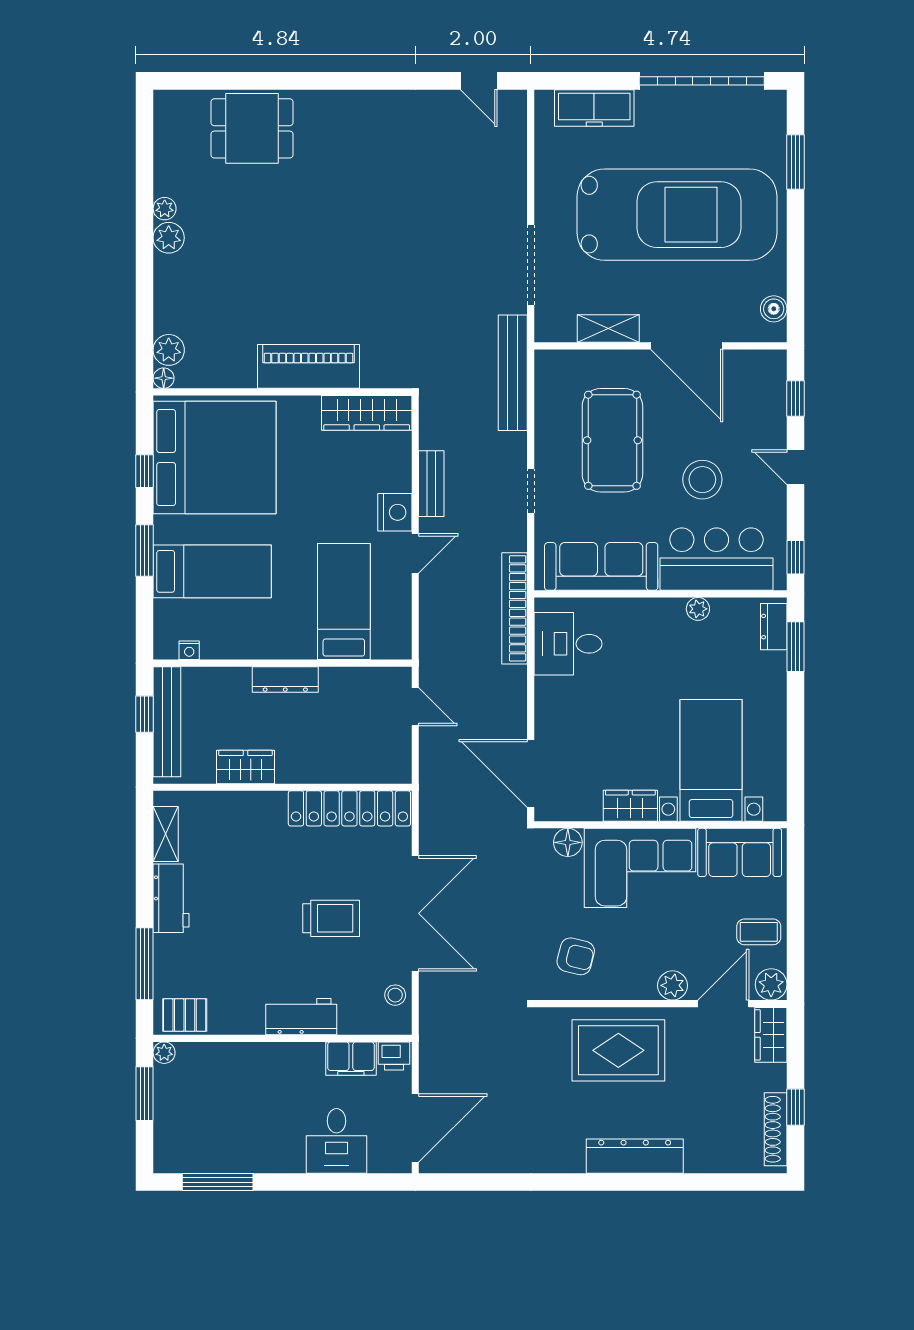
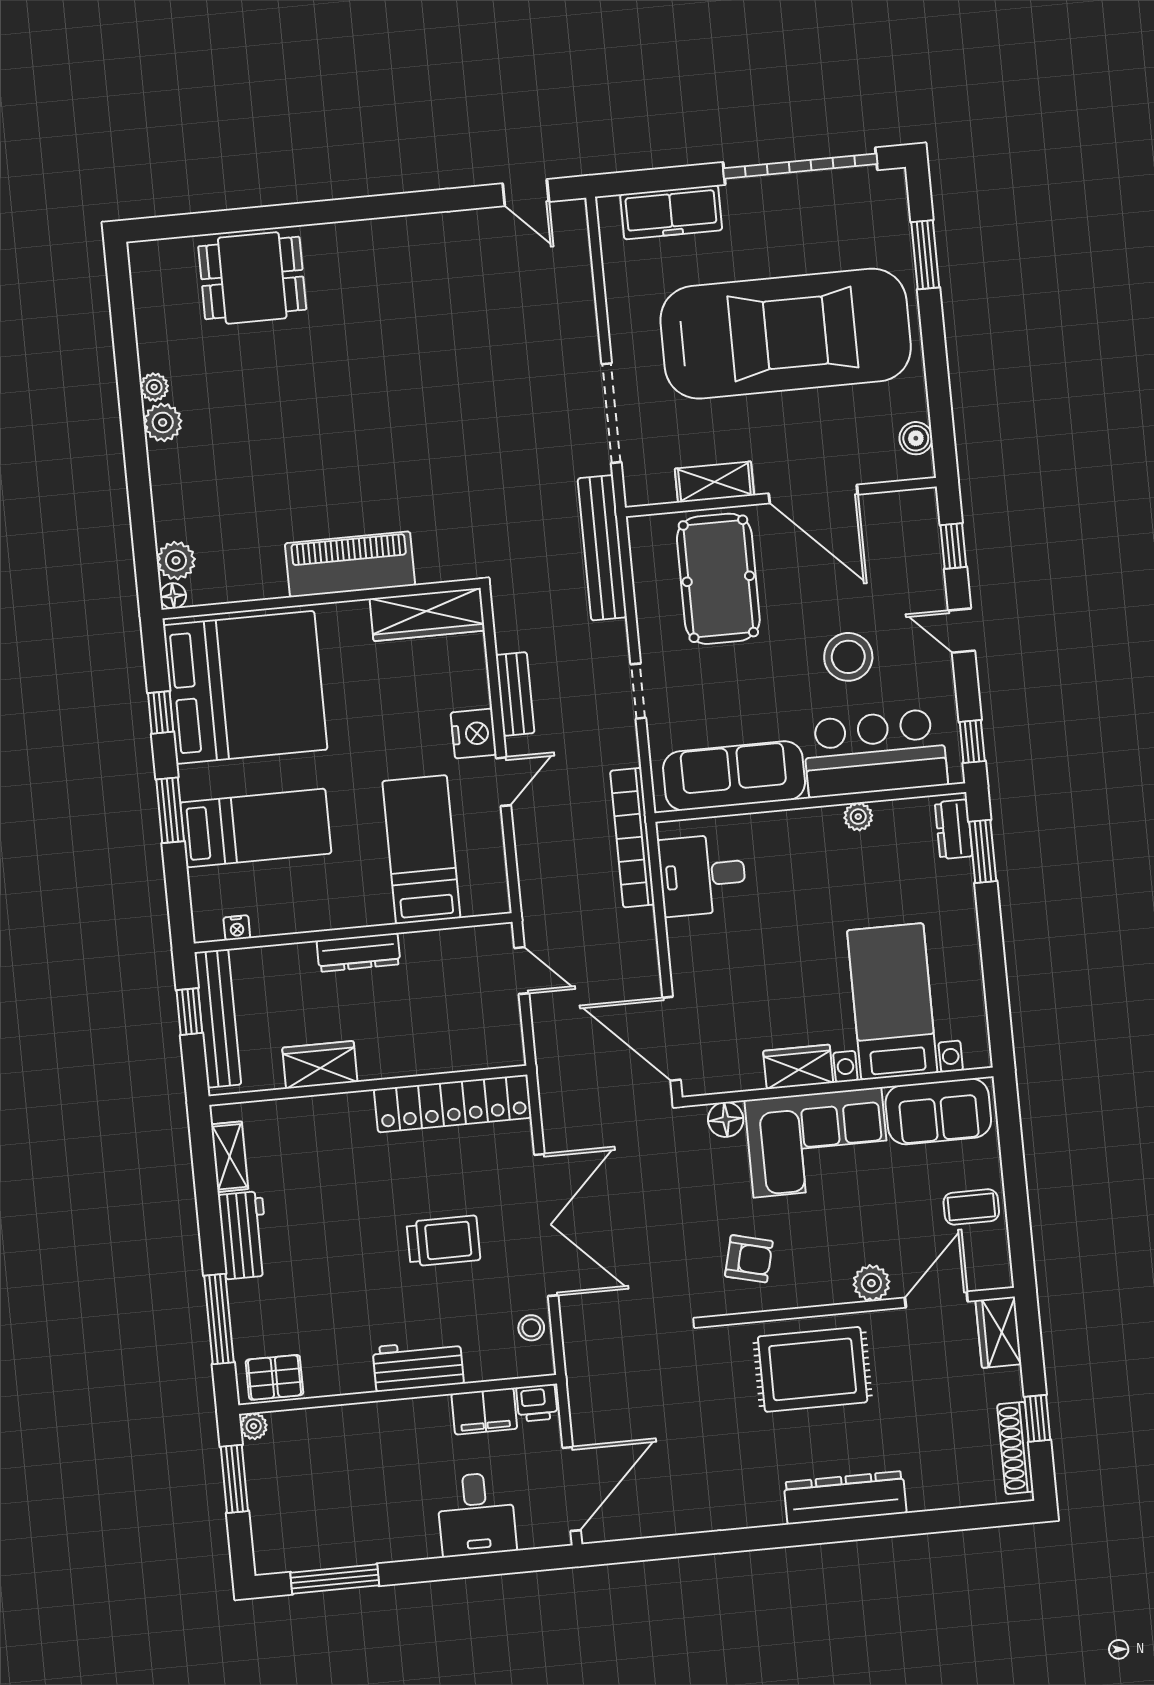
pool table: (612, 440) -> (718, 579), moved
plant: (771, 984) -> (993, 1270), removed

